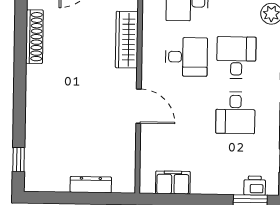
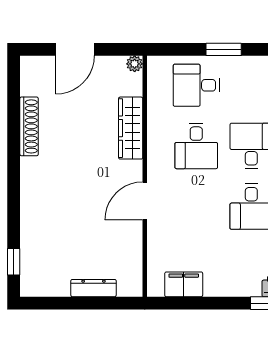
desk: (186, 57) -> (196, 146), turned 90
door: (139, 106) -> (145, 201), swing flipped

